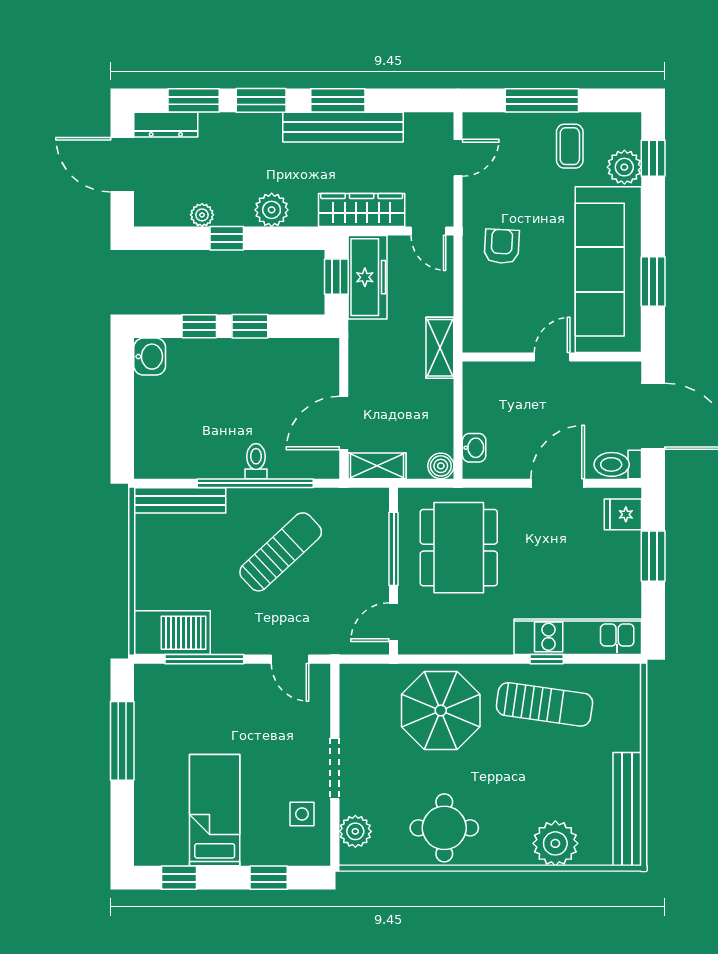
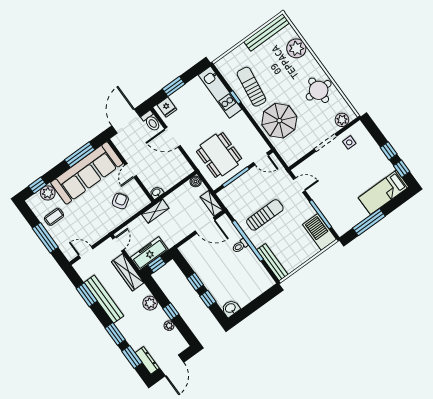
window: (338, 100) -> (87, 295), moved
armchair: (502, 246) -> (120, 201), moved, turned 144
window: (653, 282) -> (80, 155), width x1.44
door: (552, 357) -> (131, 170), hinge flipped
washbasin: (474, 448) -> (156, 192), moved
dining table: (459, 548) -> (219, 155), turned 90
sun lounger: (281, 552) -> (265, 215), turned 133
door: (290, 659) -> (299, 185), hinge flipped
bed: (215, 810) -> (384, 192), moved
window: (269, 878) -> (389, 151), moved

